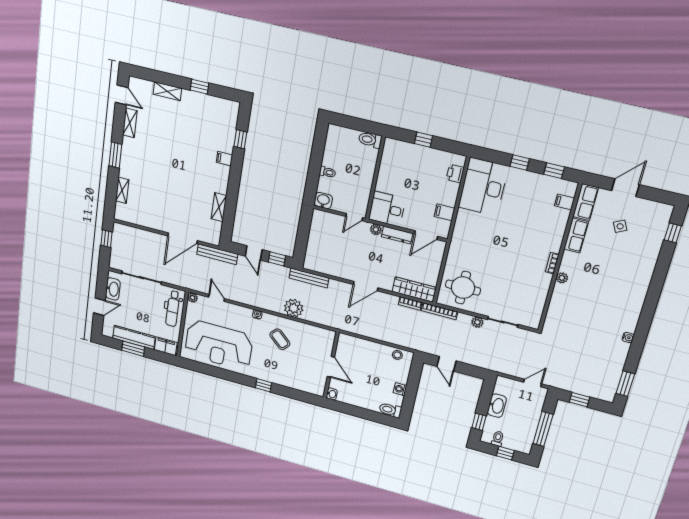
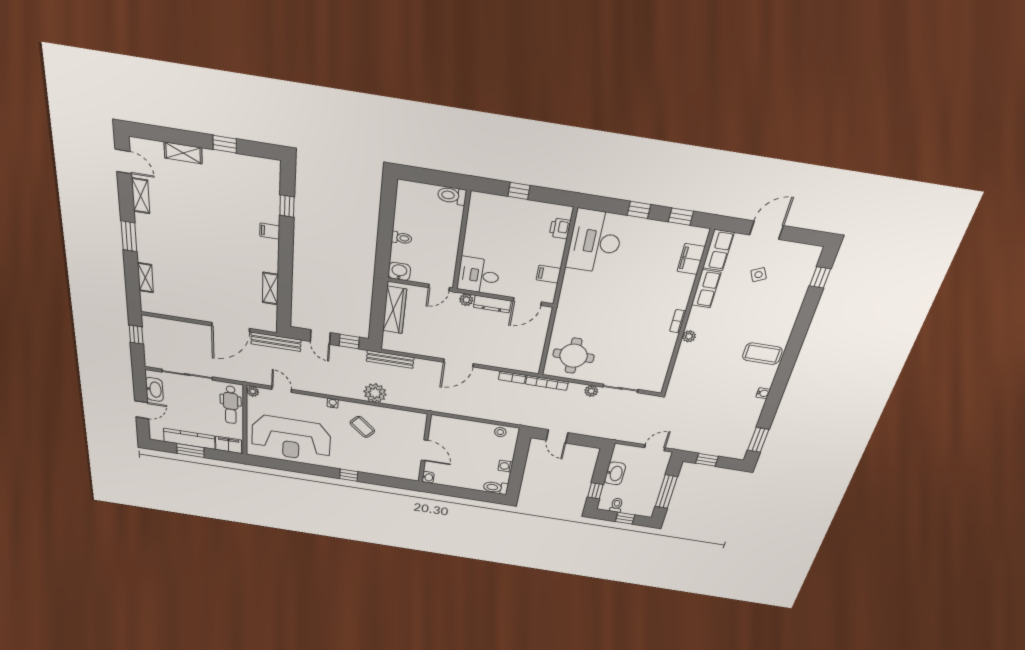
filing cabinet: (564, 202) -> (691, 259), width x2.00
wardrobe: (414, 290) -> (395, 310), moved, turned 90
coffee table: (626, 299) -> (762, 354), added

